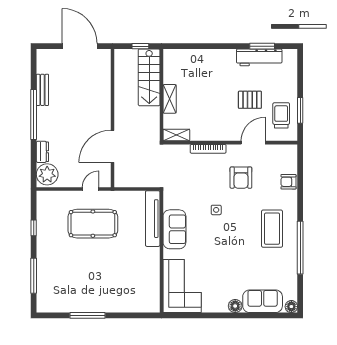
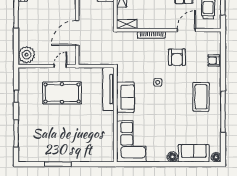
dresser: (42, 152) -> (23, 37), removed

